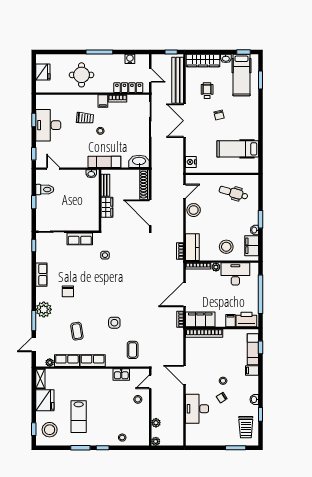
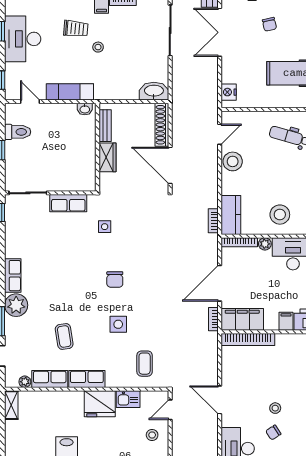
exam couch: (104, 162) -> (70, 92), moved
row of seats: (41, 275) -> (13, 276), moved
chair: (68, 291) -> (115, 279), moved
fridge: (45, 400) -> (100, 404), moved, turned 90

